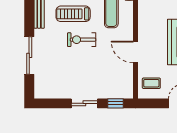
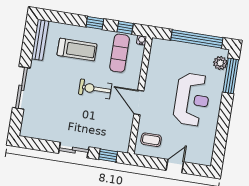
treadmill: (73, 14) -> (77, 50), turned 180
exercise bike: (82, 40) -> (95, 89), moved

